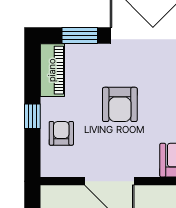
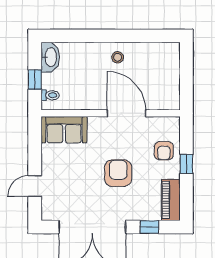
window: (80, 35) -> (149, 227), width x0.67

